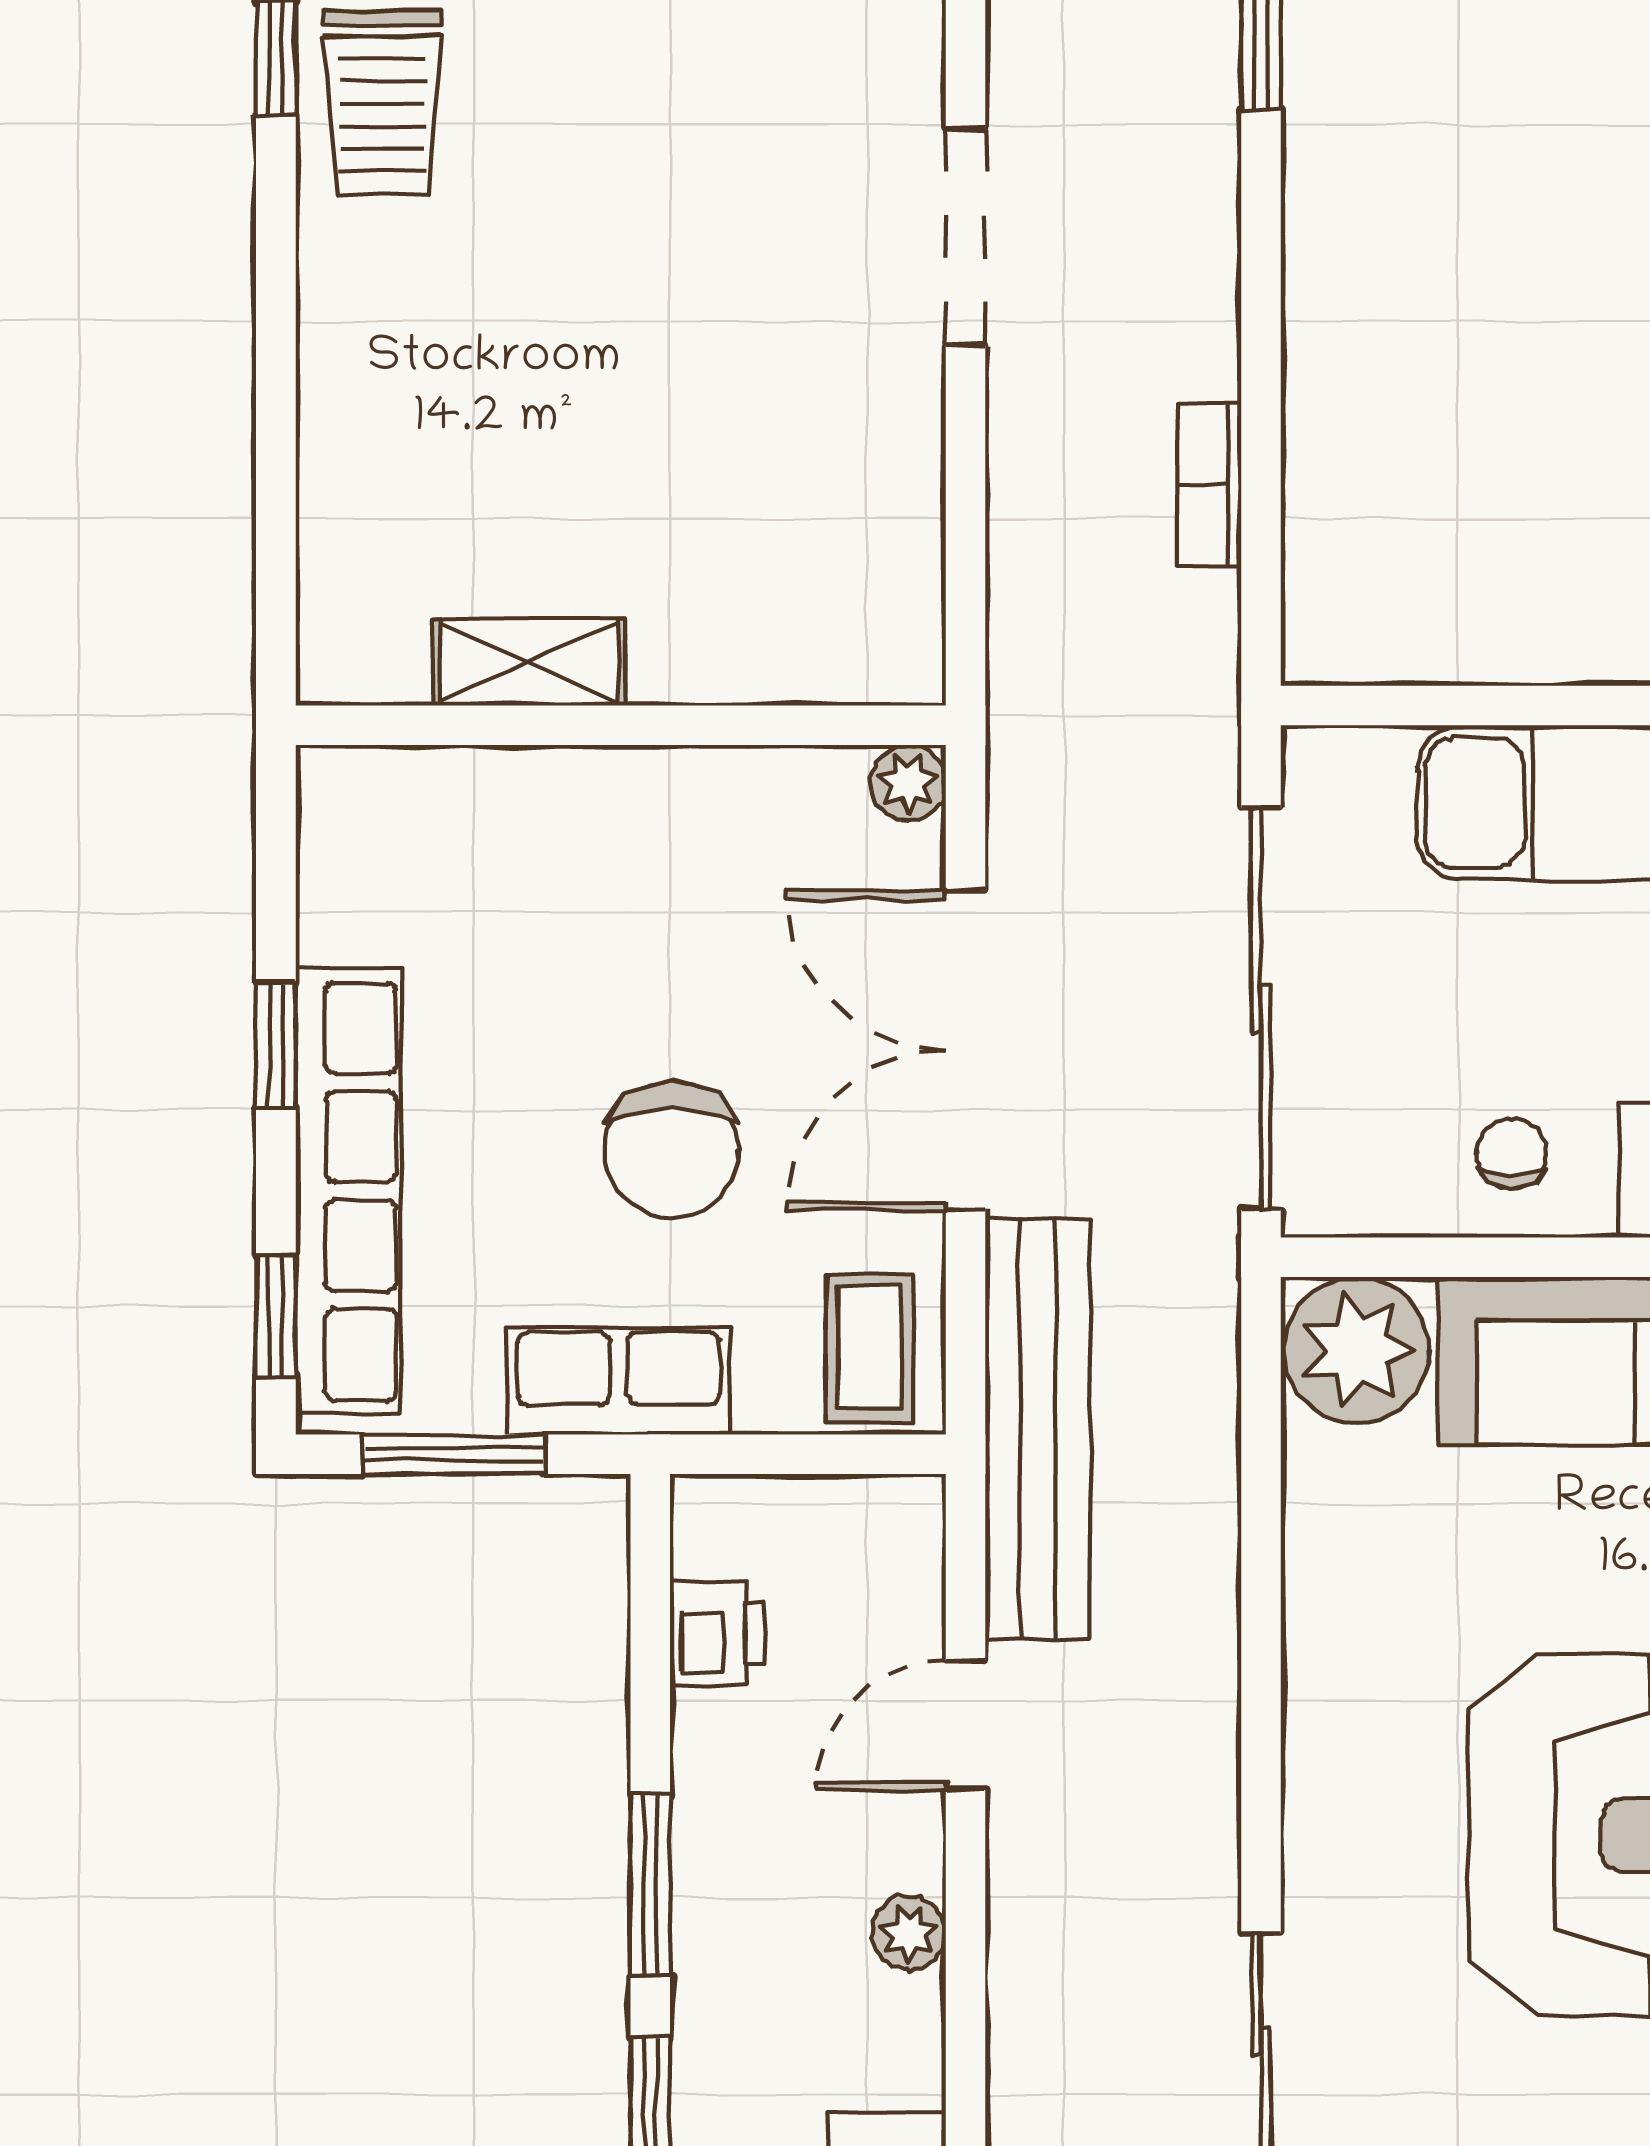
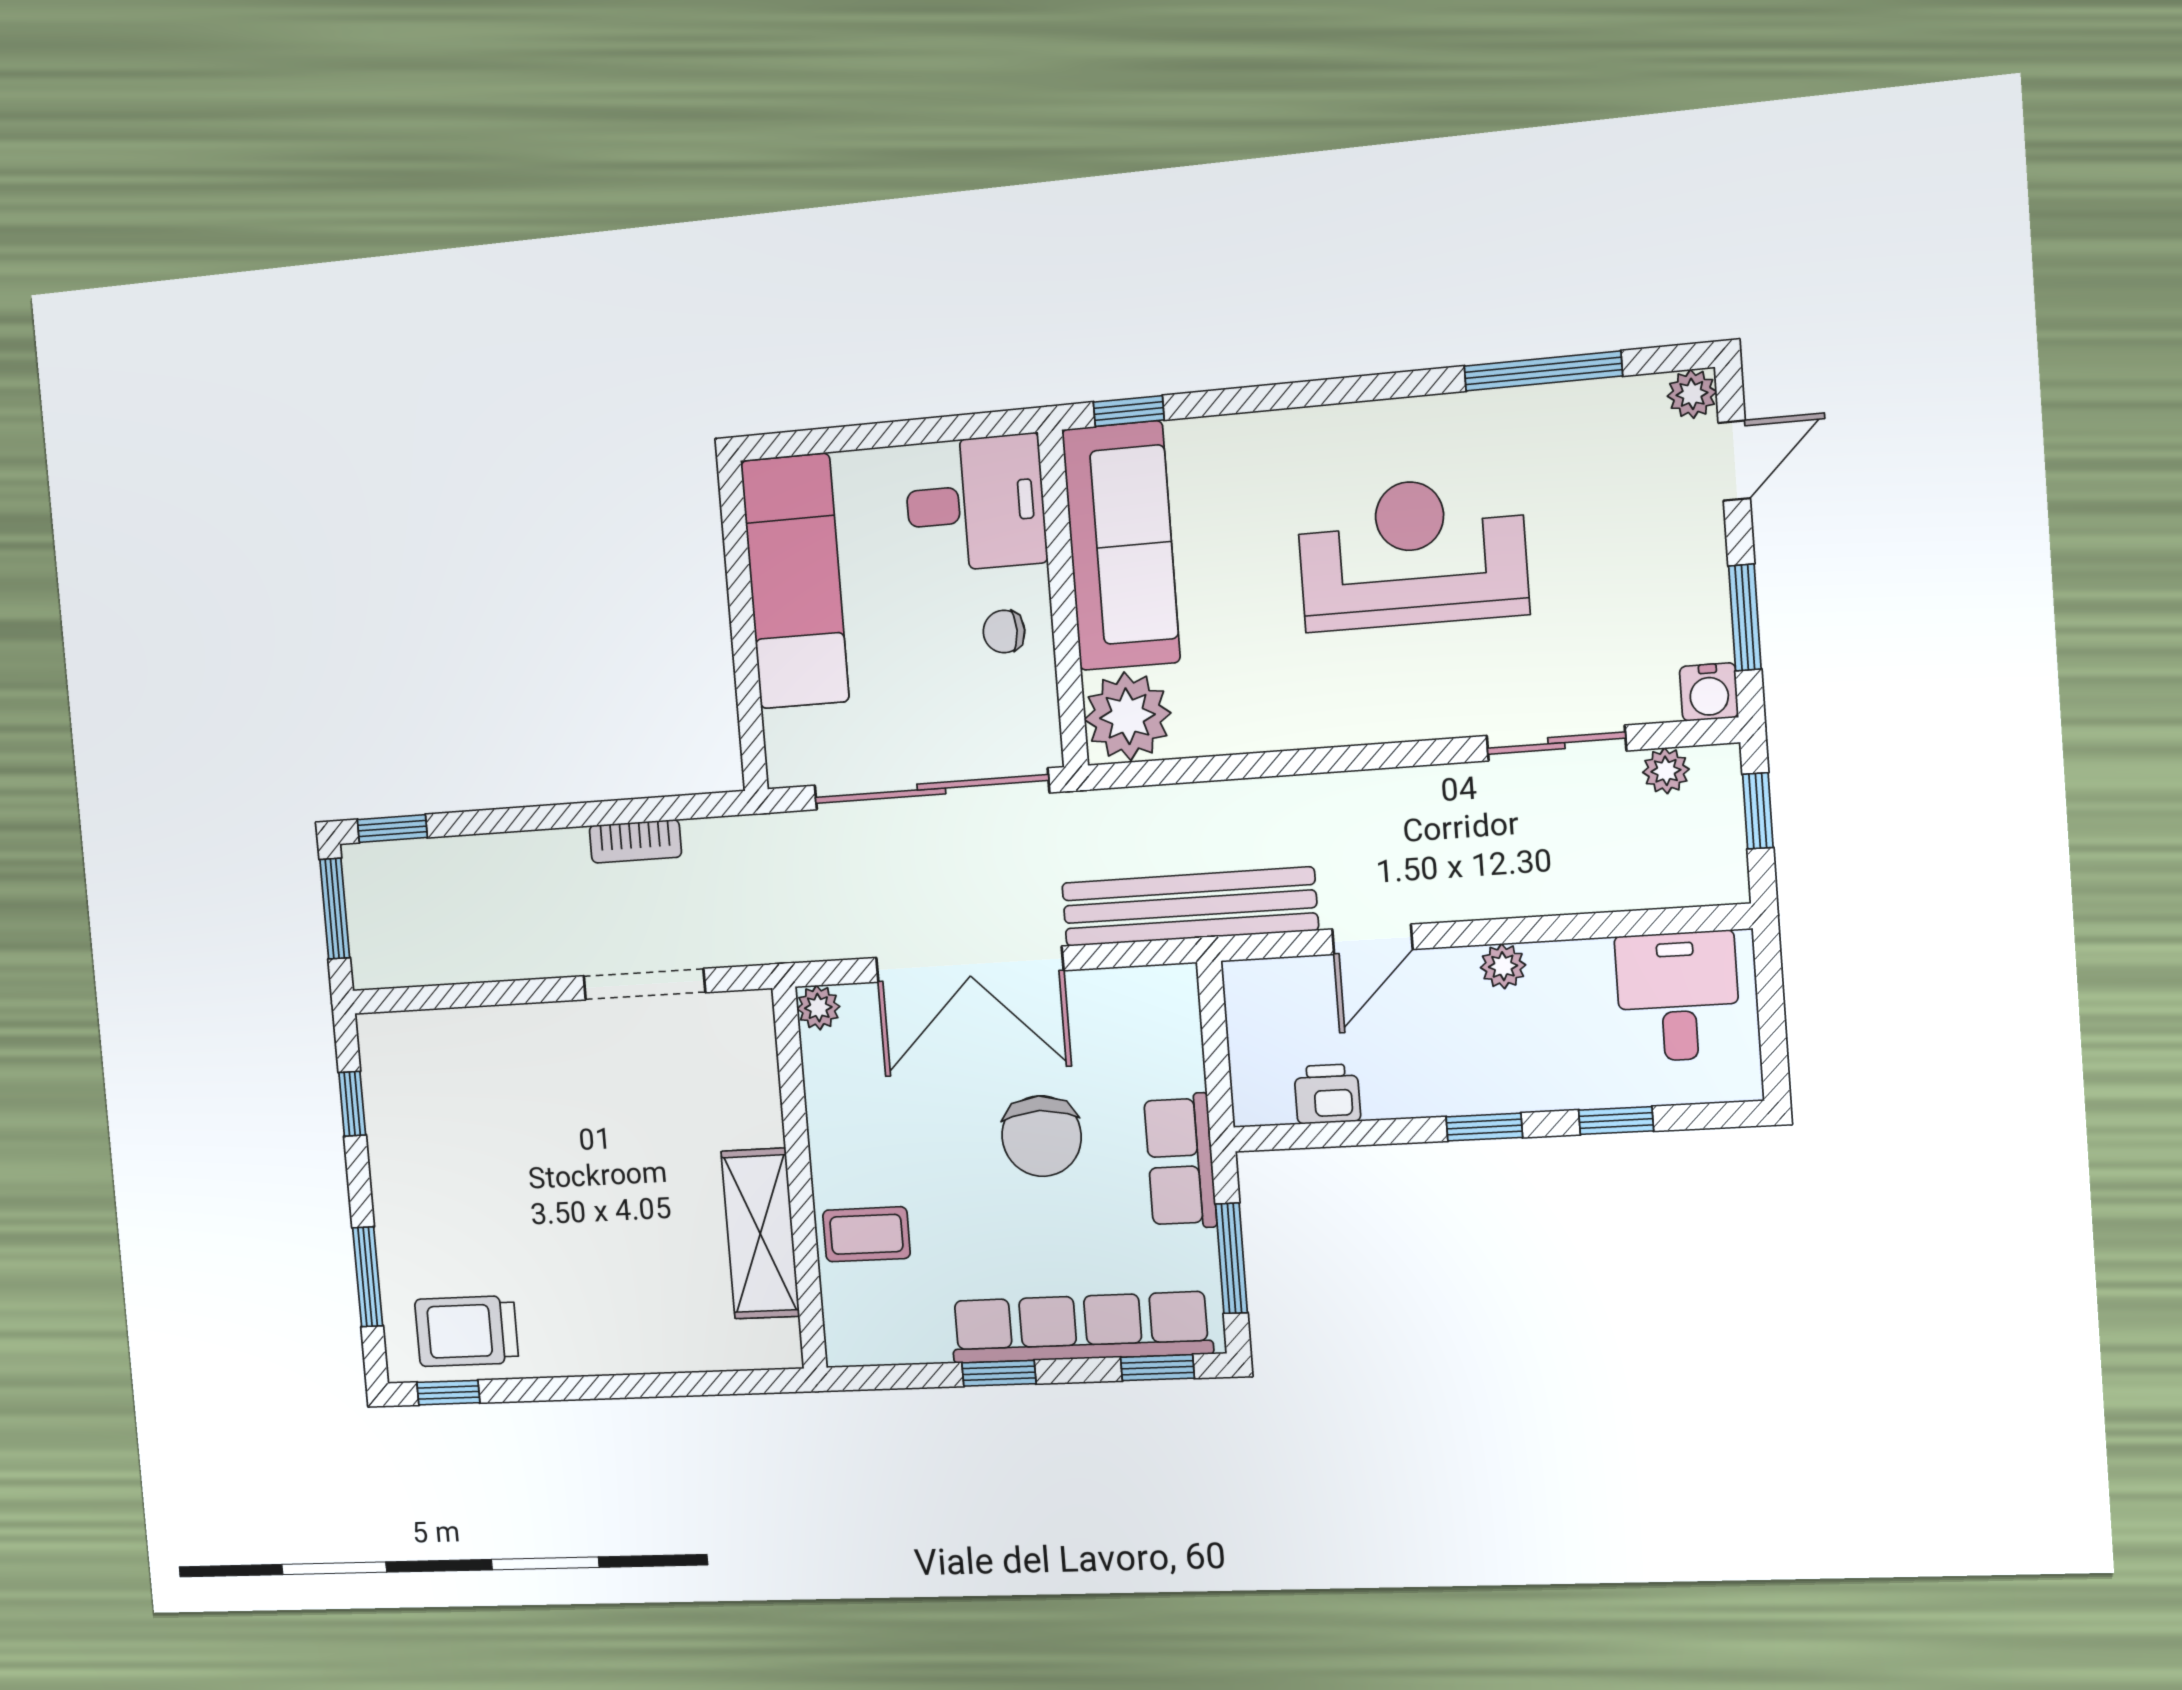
trolley: (382, 102) -> (467, 1331), turned 180
doorway: (965, 237) -> (644, 984), moved
shelving: (529, 662) -> (760, 1234), width x1.50, depth x1.33
chair: (672, 1150) -> (1042, 1136), turned 90
coffee table: (870, 1348) -> (866, 1234), moved
door: (965, 1725) -> (1372, 939), hinge flipped
window: (650, 1885) -> (1484, 1127), width x0.67

